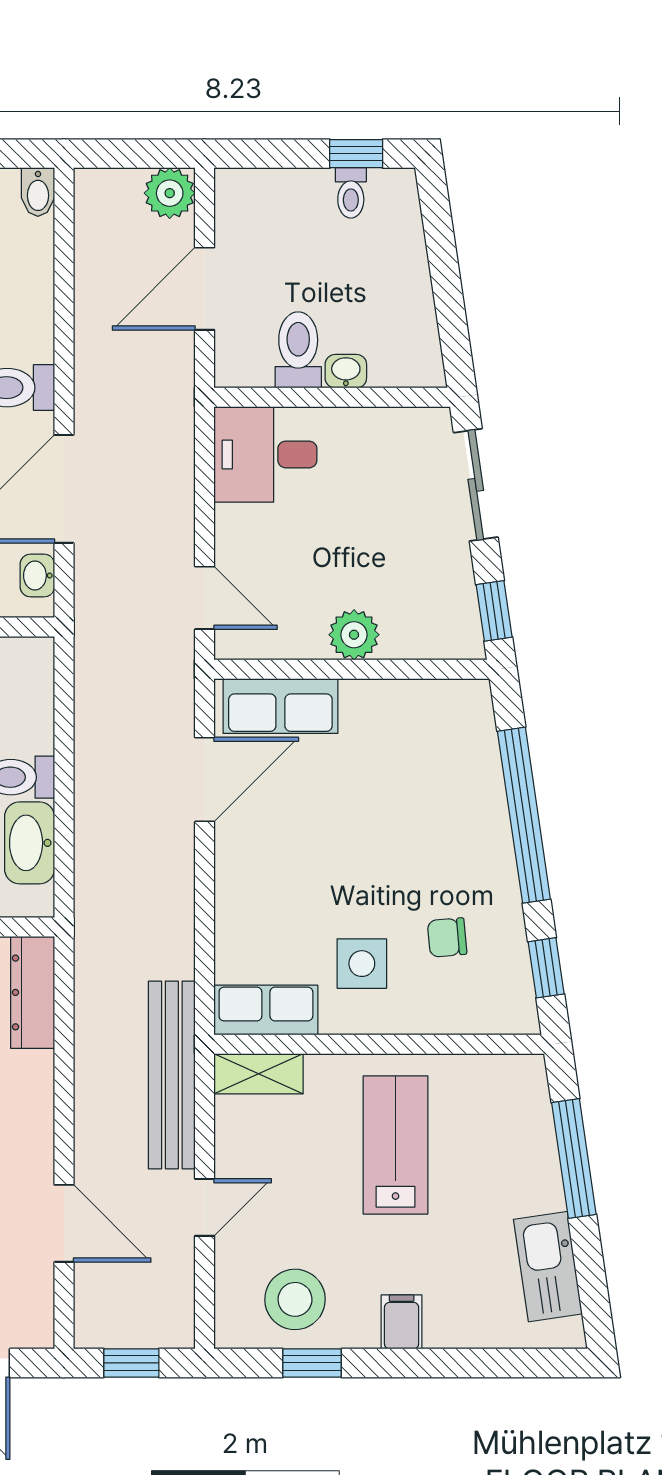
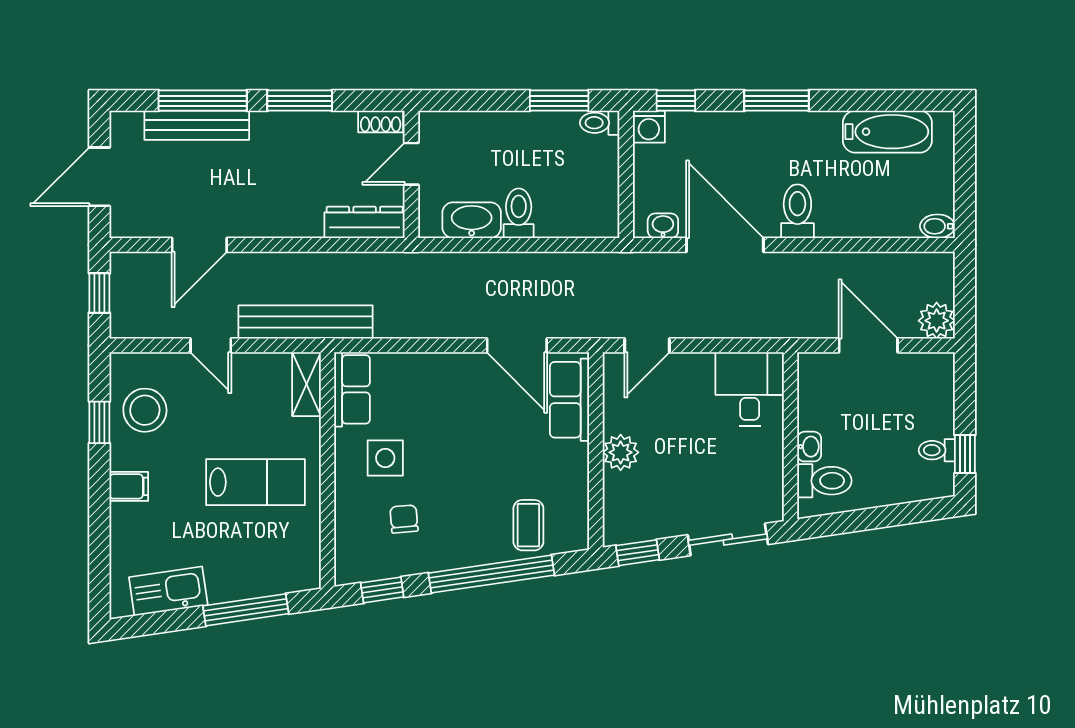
toilet: (298, 350) -> (824, 481), moved
coffee table: (456, 764) -> (528, 525), added

